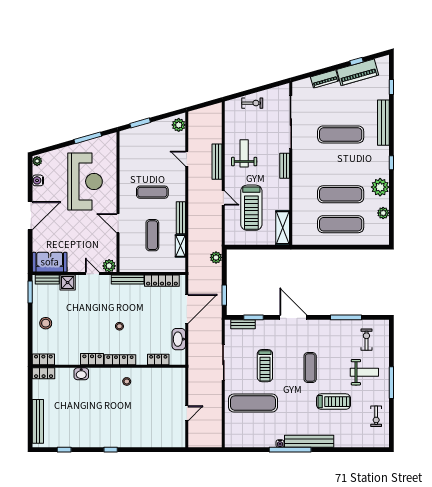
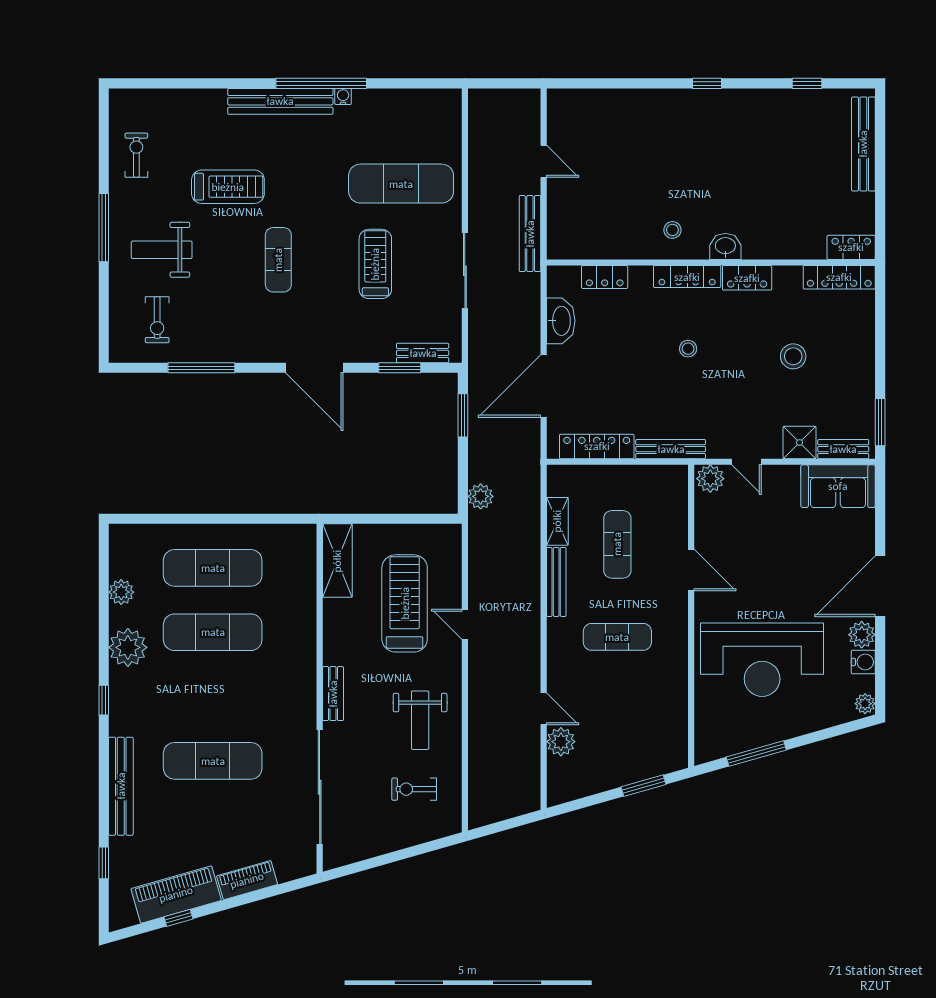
exercise bike: (252, 103) -> (414, 789), moved
plant: (179, 125) -> (561, 742), moved
bench: (217, 162) -> (530, 234), moved
reception desk: (85, 181) -> (762, 660), turned -90
plant: (39, 193) -> (862, 635), added
stool: (46, 323) -> (793, 356), moved
locker: (43, 359) -> (839, 277), width x1.53
washbasin: (81, 374) -> (725, 246), moved
treadmill: (334, 402) -> (228, 187), turned 180
door: (187, 413) -> (544, 161), swing flipped

